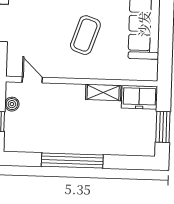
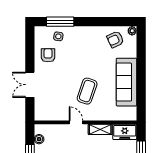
door: (32, 80) -> (76, 122), moved

